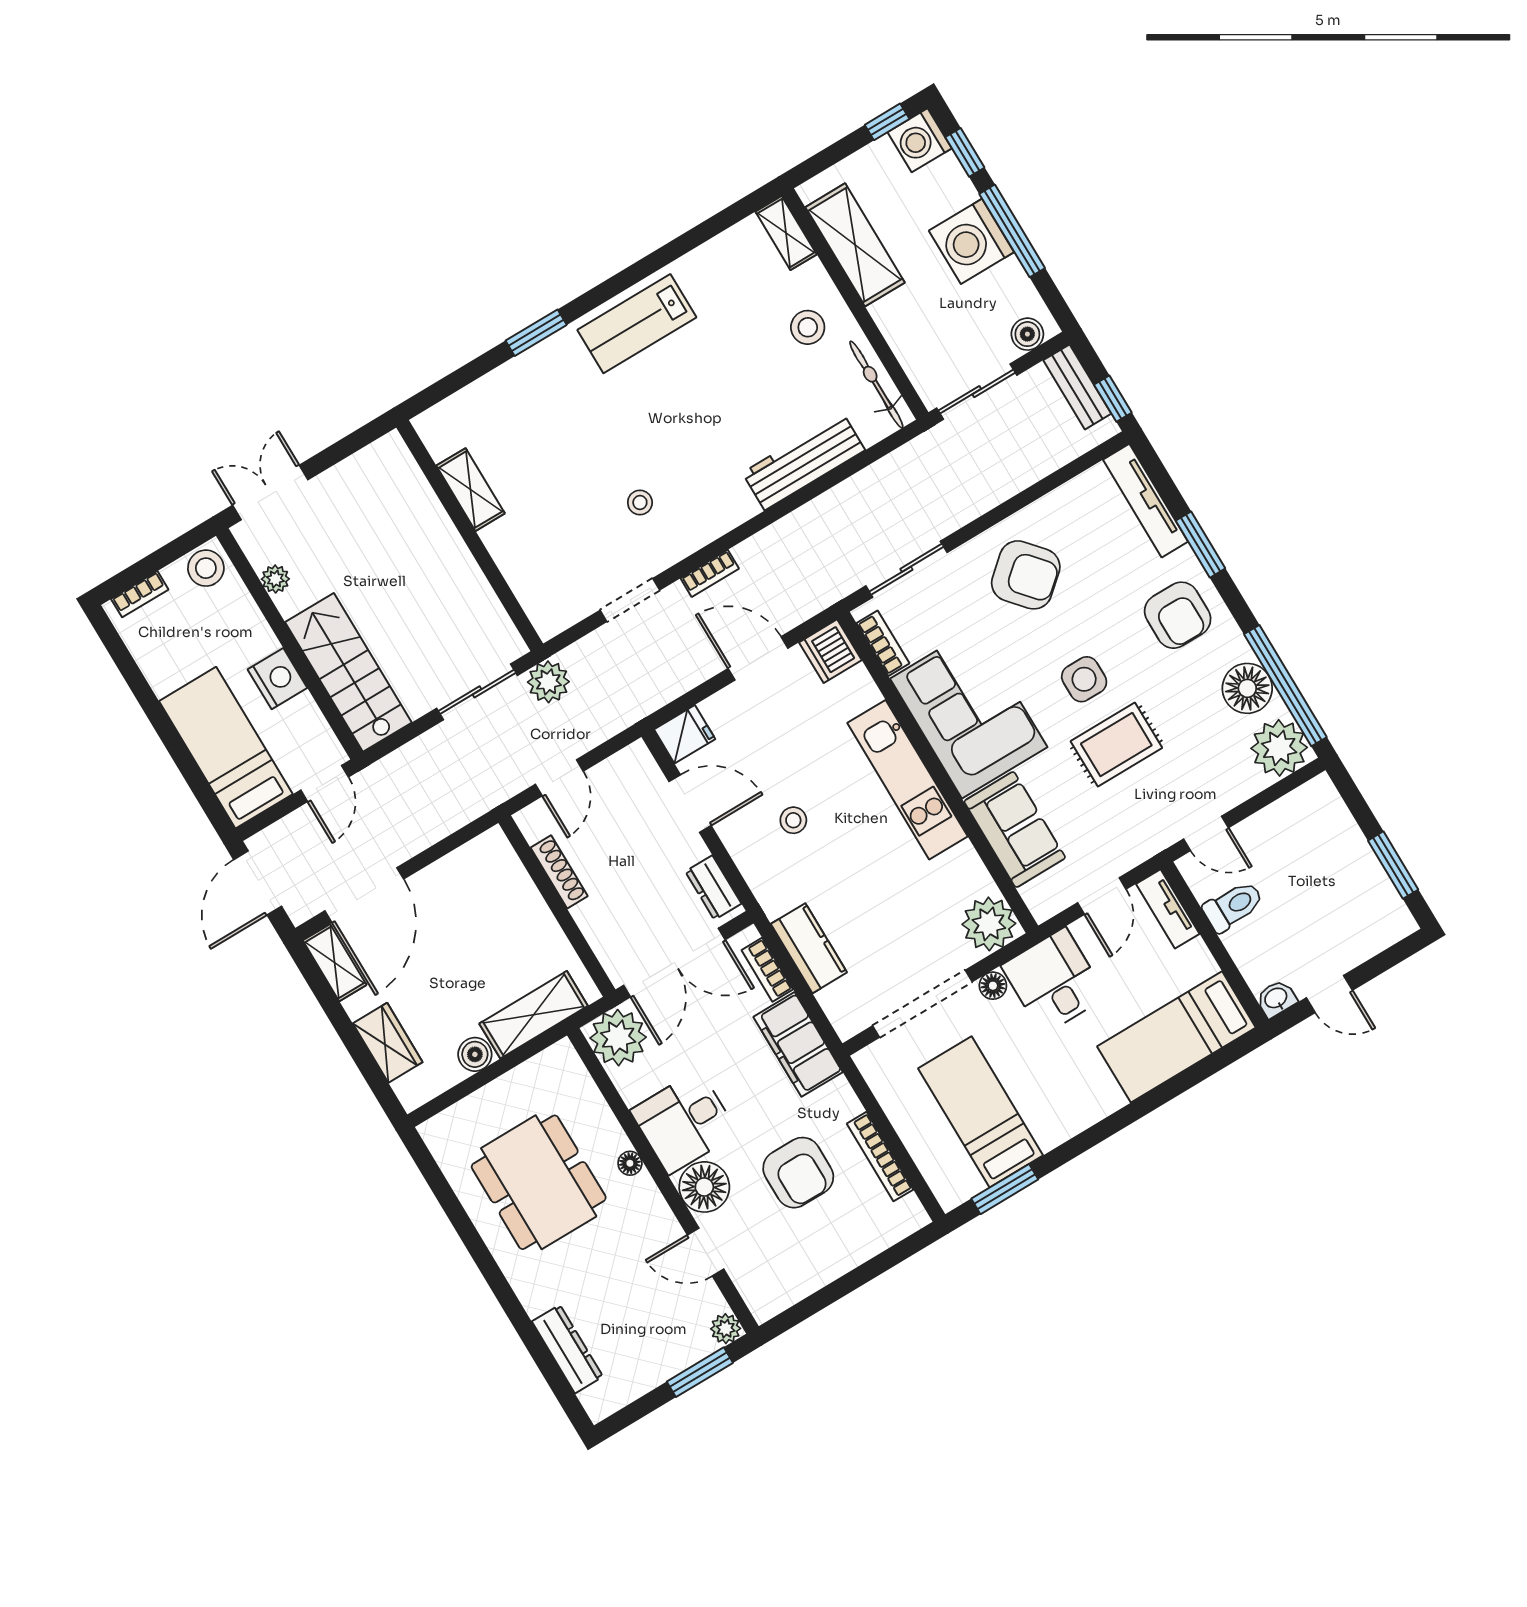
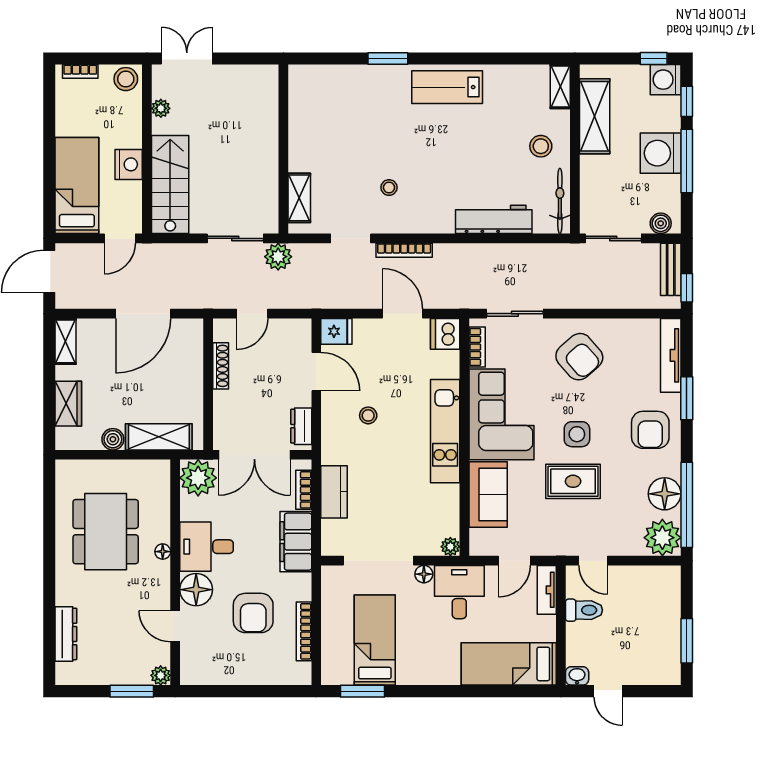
shelving: (471, 490) -> (299, 198), moved
bookcase: (710, 573) -> (404, 250), width x1.56
door: (364, 895) -> (143, 314), moved
plant: (989, 924) -> (450, 547), width x0.53, depth x0.53

